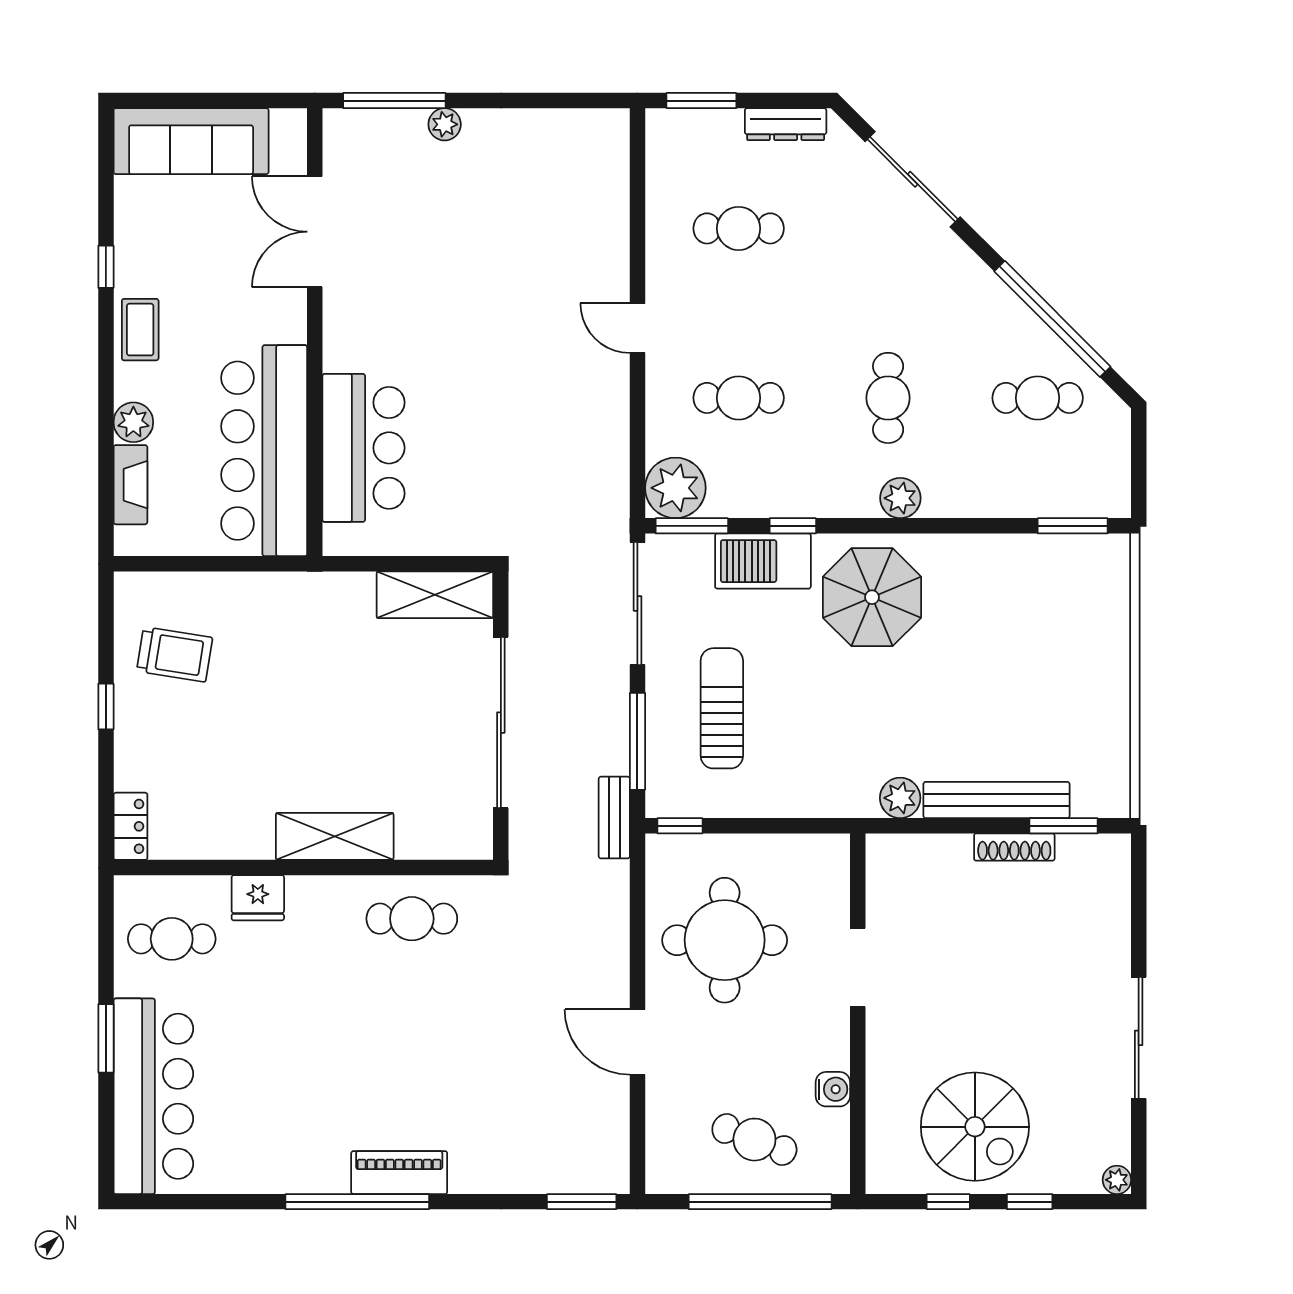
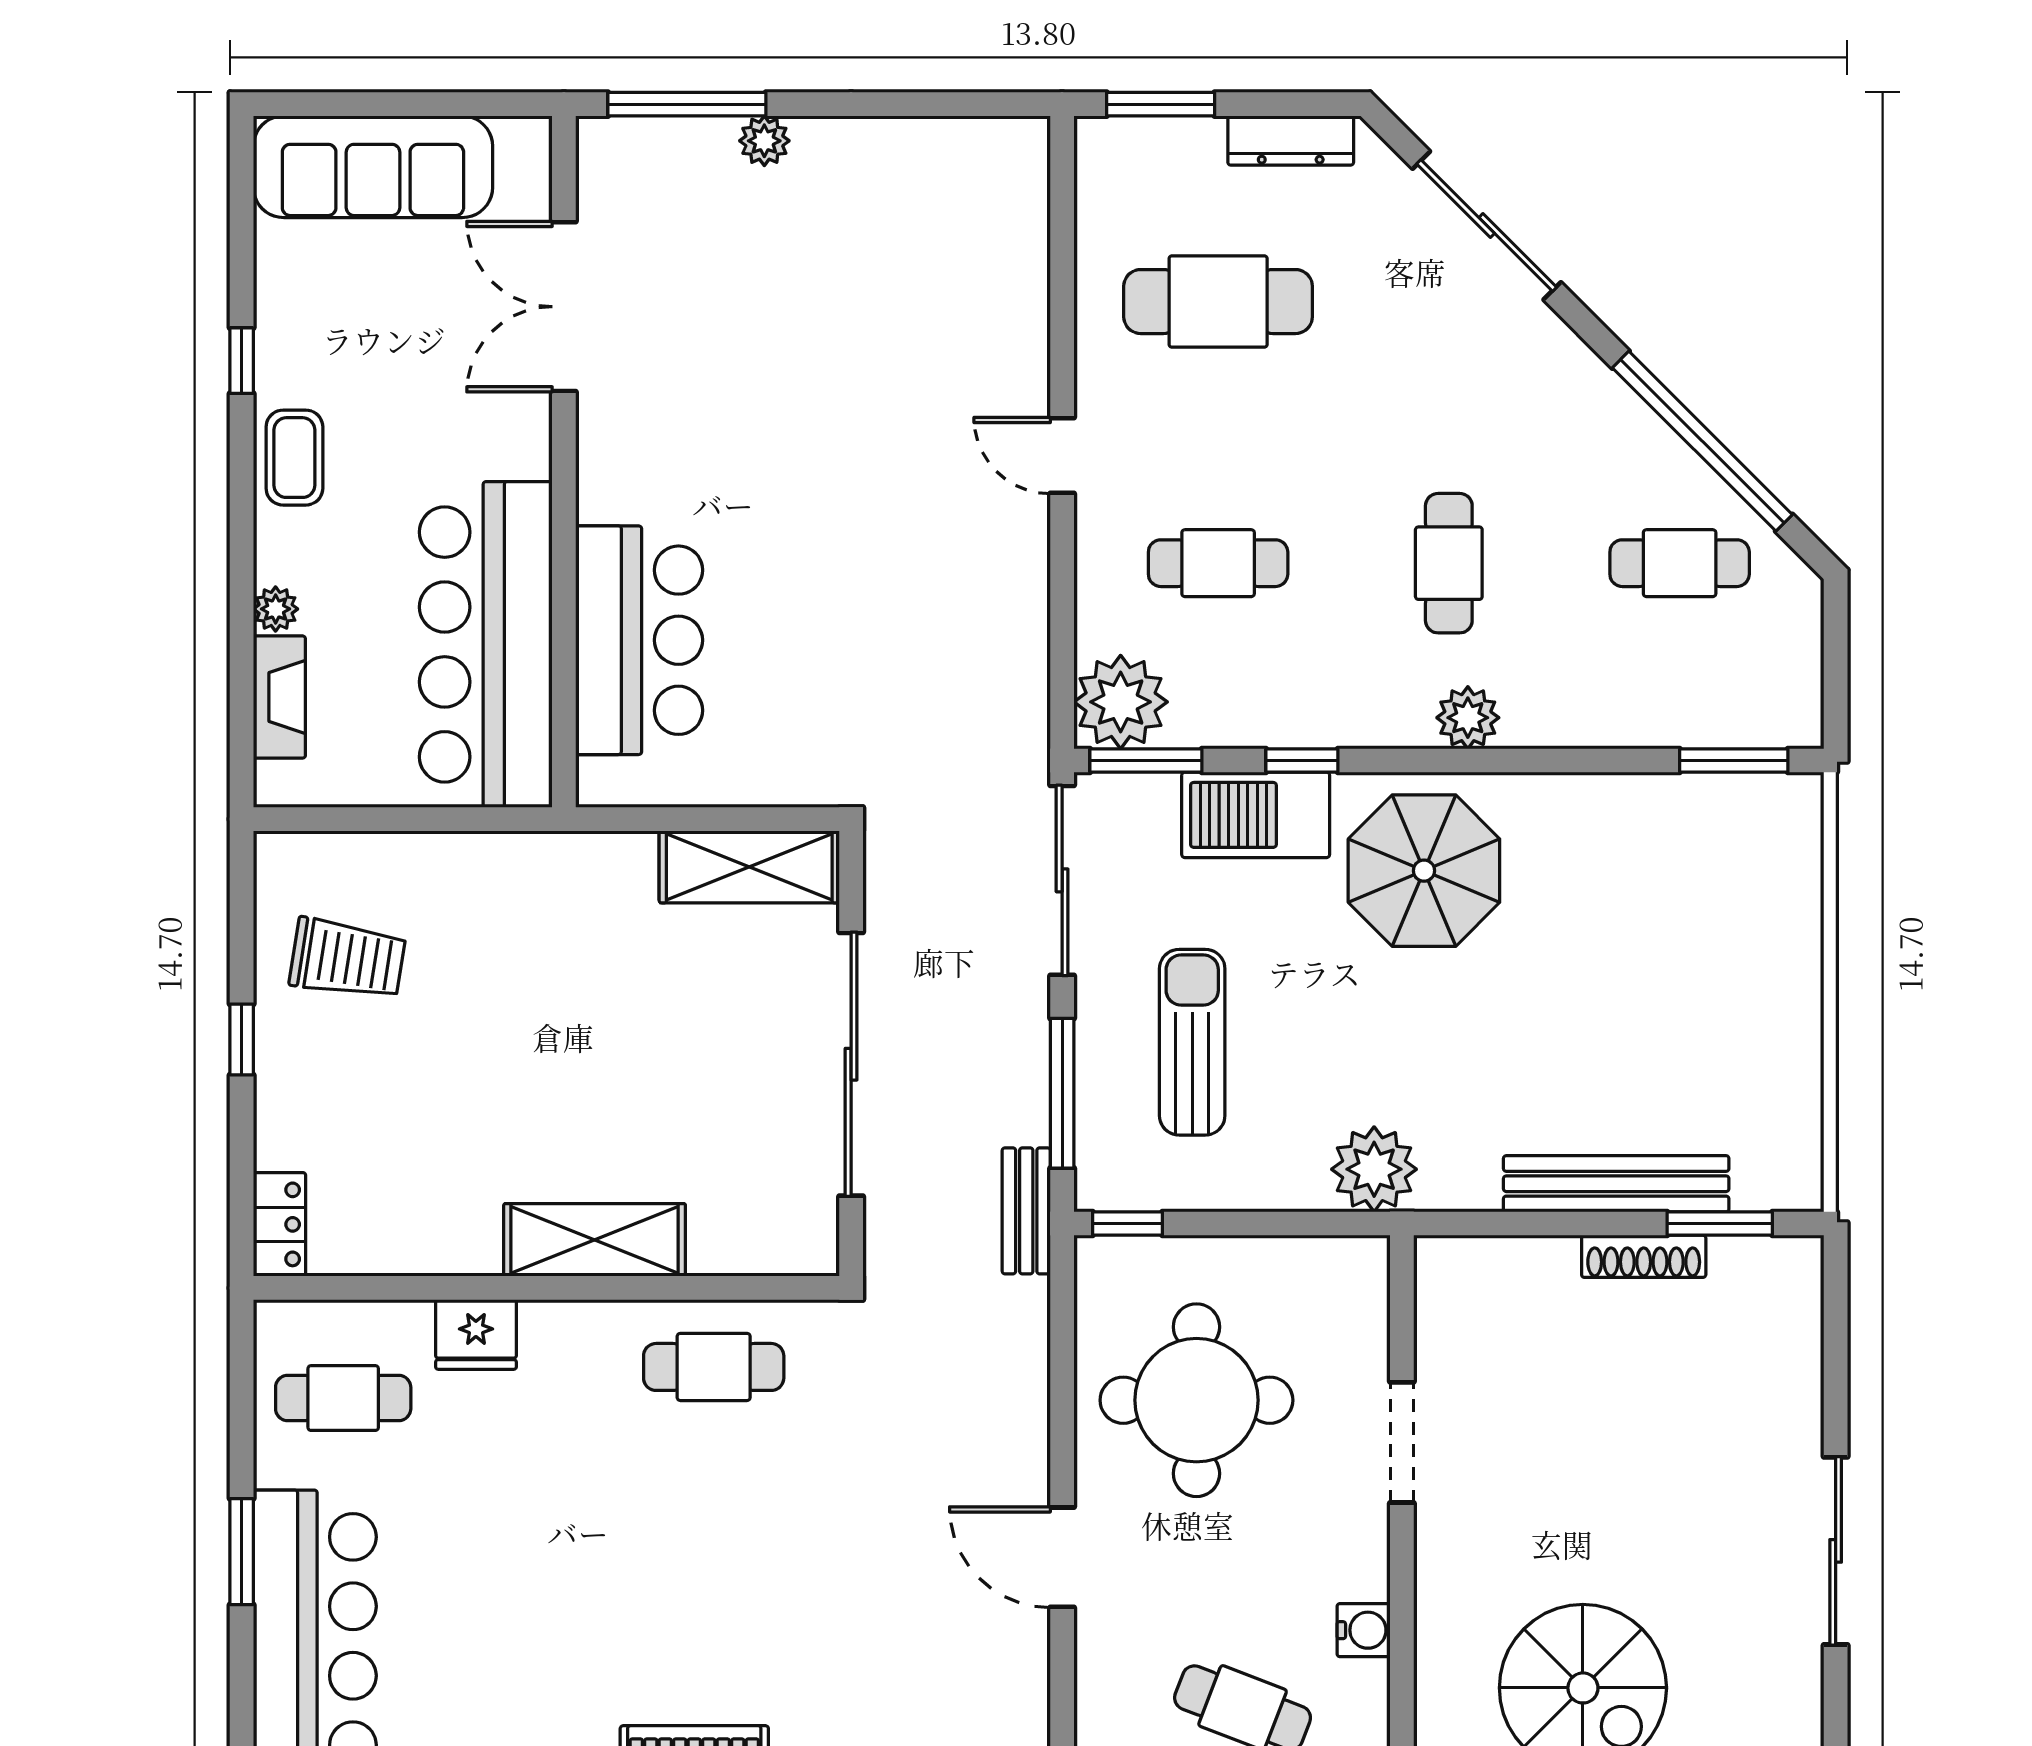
cafe table: (739, 228) -> (1218, 302), width x1.37, depth x1.35
plant: (133, 422) -> (276, 609), width x0.73, depth x0.73
plant: (900, 798) -> (1374, 1169), moved, width x1.36, depth x1.36

